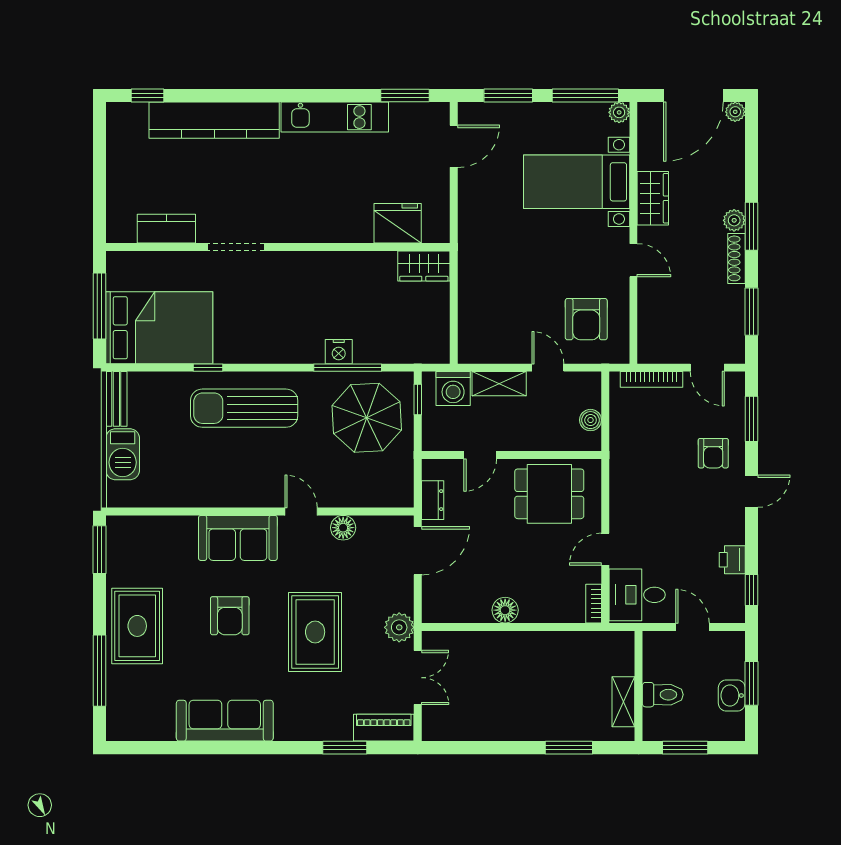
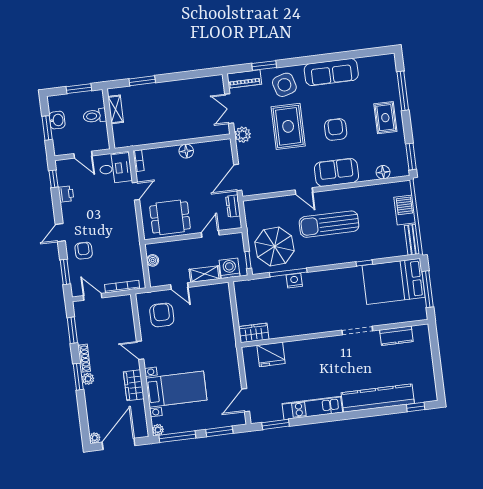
sun lounger: (244, 408) -> (329, 224), moved, turned 180
floor lamp: (343, 528) -> (383, 172), moved
rug: (137, 626) -> (385, 118), width x0.73, depth x0.70
side table: (312, 708) -> (284, 85), added

